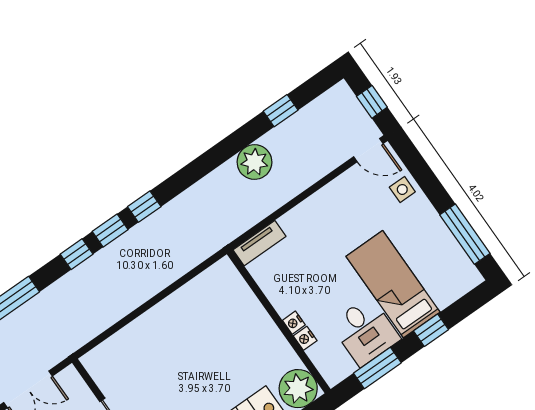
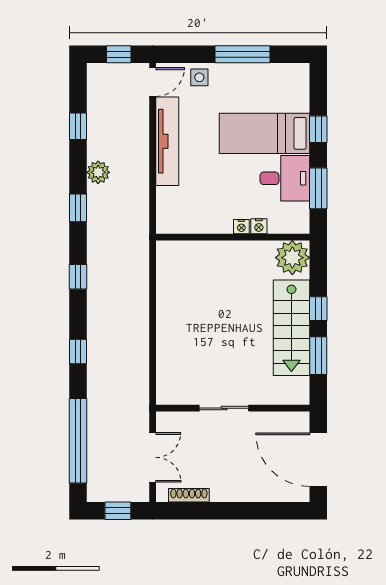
plant: (254, 162) -> (98, 172), width x0.73, depth x0.73
window: (110, 231) -> (78, 208), moved
window: (465, 234) -> (242, 54), moved
tv unit: (259, 243) -> (167, 141), moved, width x1.92, depth x1.29

